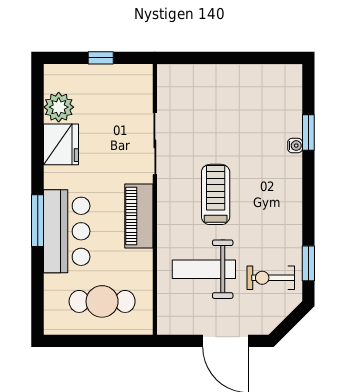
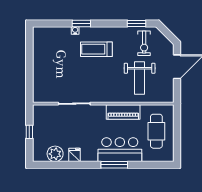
window: (308, 133) -> (81, 24), moved
fridge: (61, 144) -> (75, 155), width x0.53, depth x0.75
treadmill: (216, 194) -> (96, 49), moved
piano: (139, 216) -> (123, 112), moved

